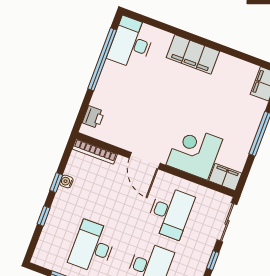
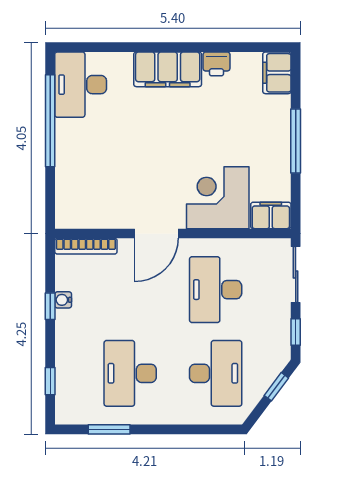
printer: (93, 117) -> (216, 64), moved, turned 90
door: (145, 161) -> (156, 234), hinge flipped
desk: (170, 213) -> (216, 290), turned 180
window: (44, 216) -> (50, 381), moved

